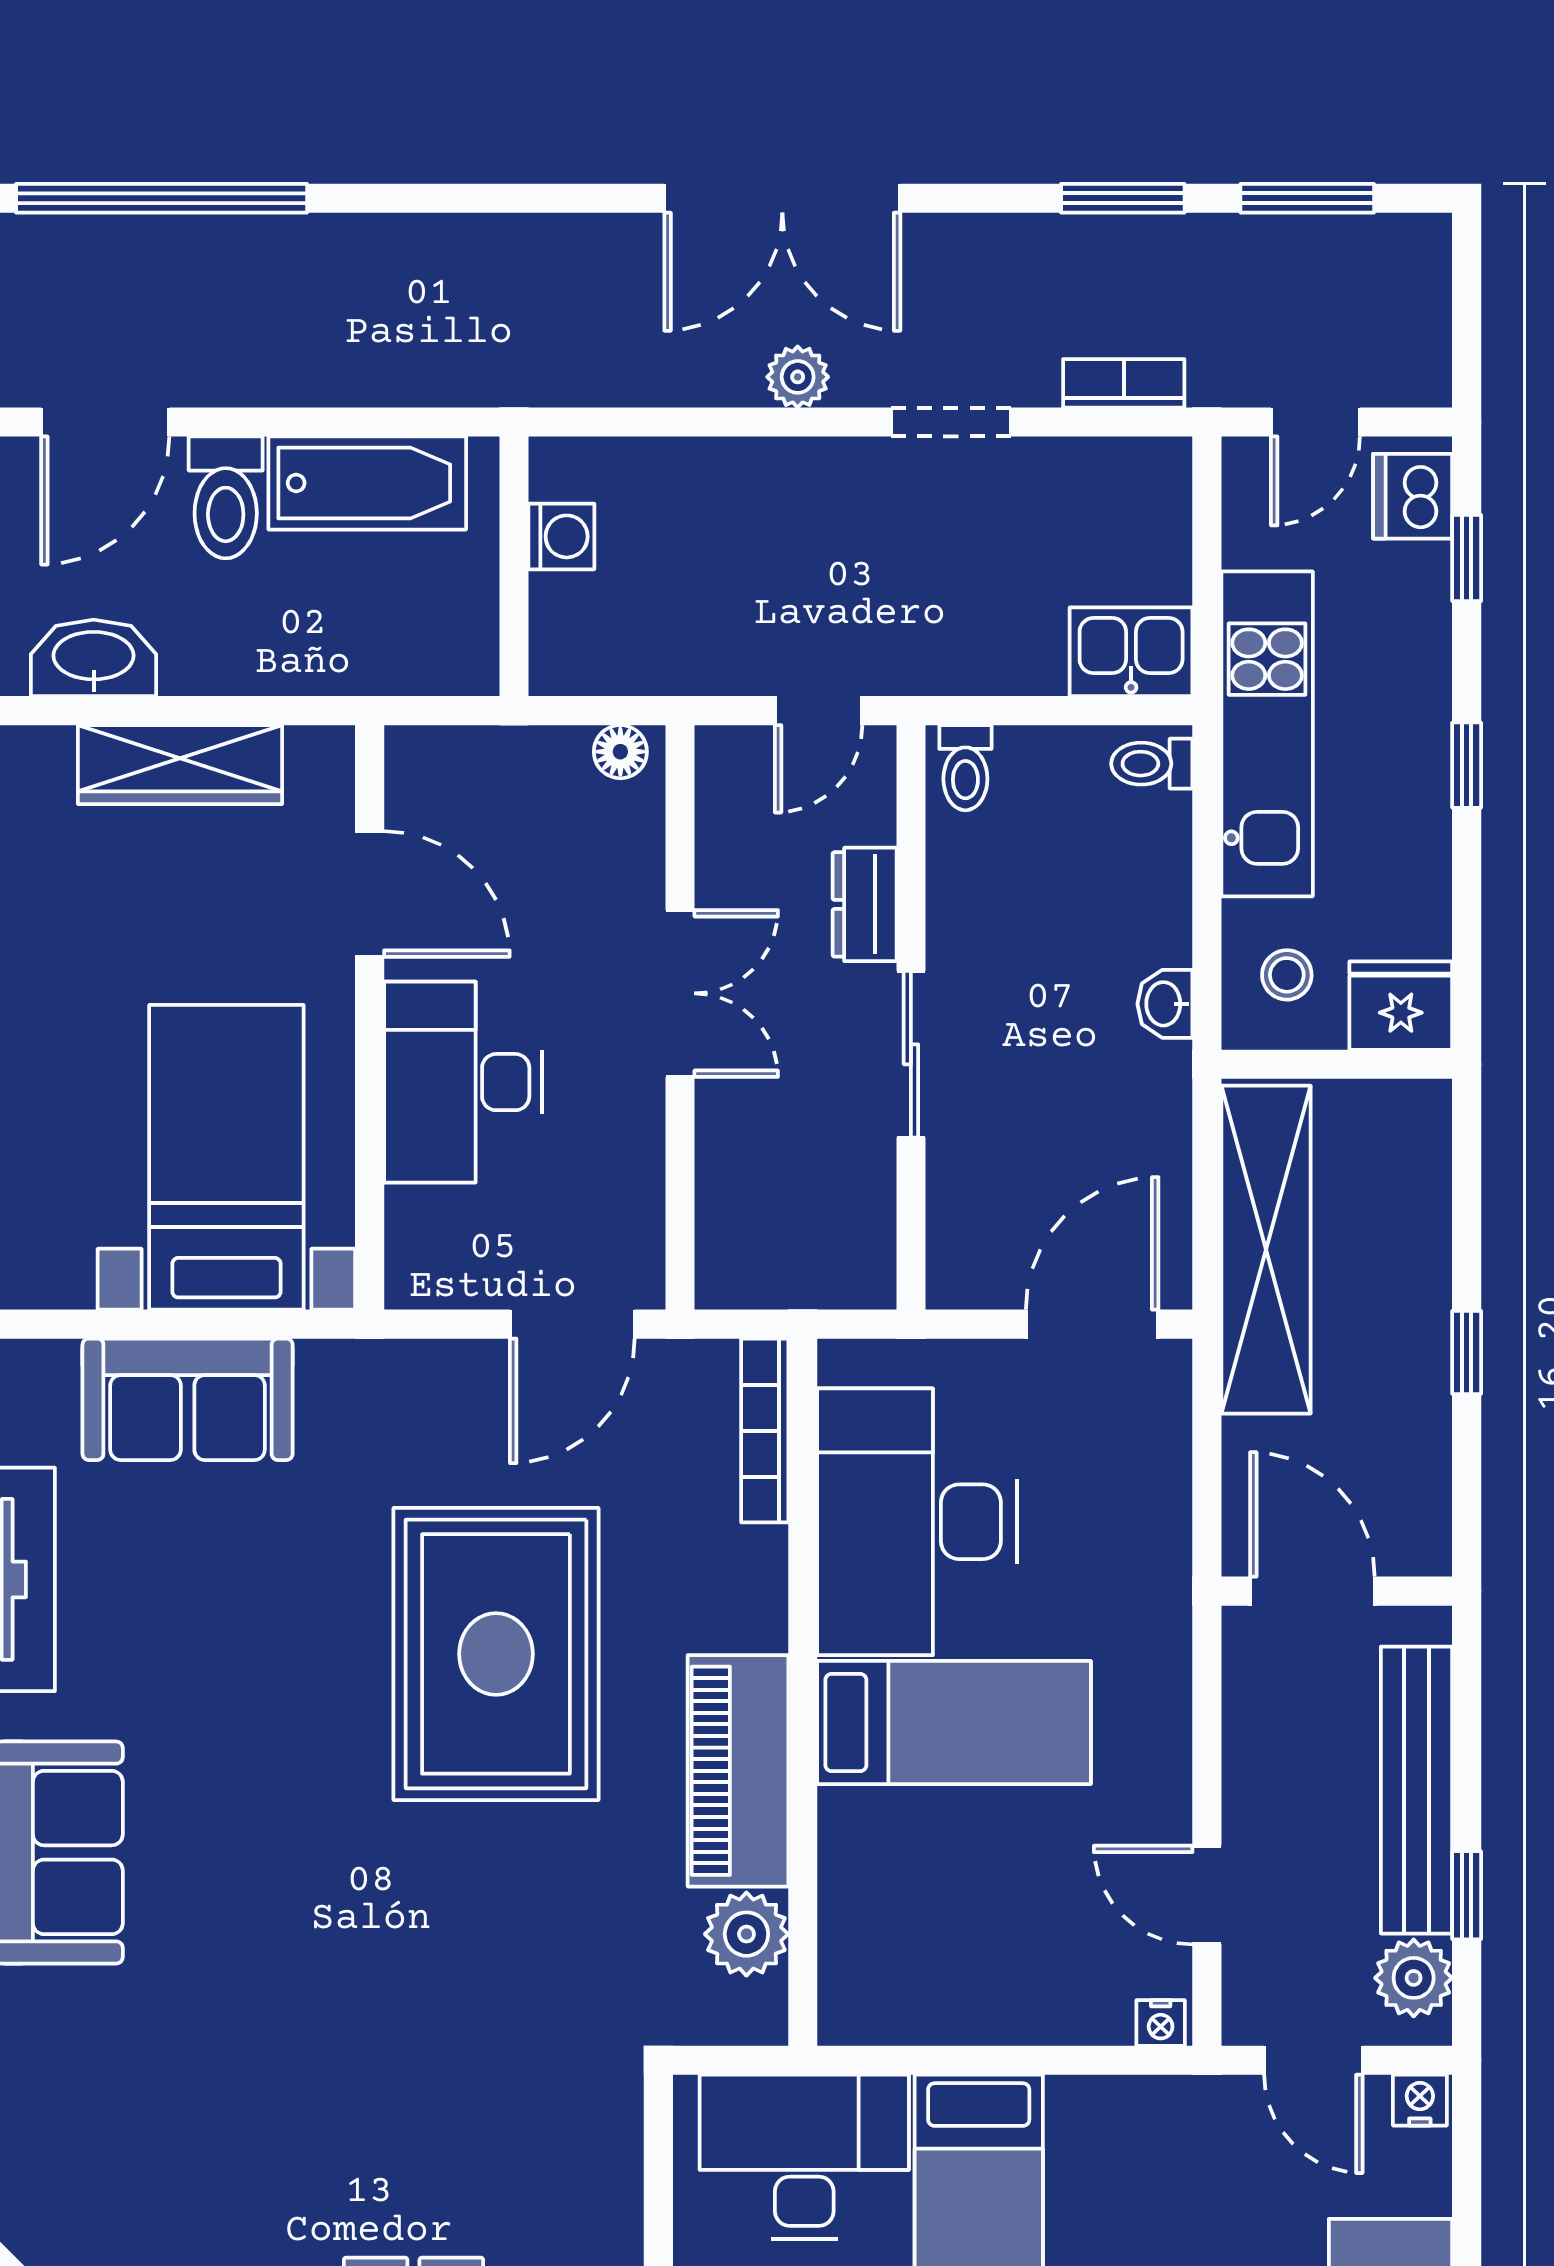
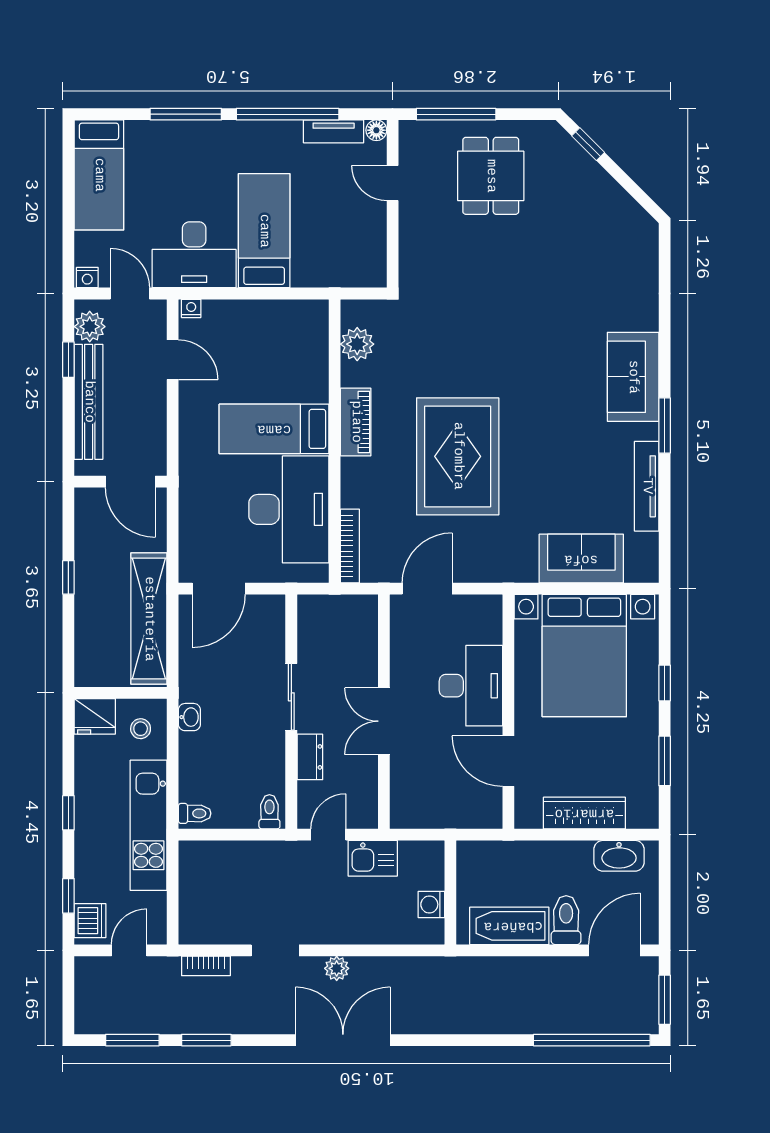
kitchen sink: (1131, 652) -> (373, 858), moved
floor lamp: (620, 752) -> (408, 818), removed
bed with nightstands: (226, 1157) -> (584, 656), width x1.36
piano: (738, 1771) -> (356, 422), width x0.73, depth x0.75
desk: (804, 2157) -> (194, 255), moved

